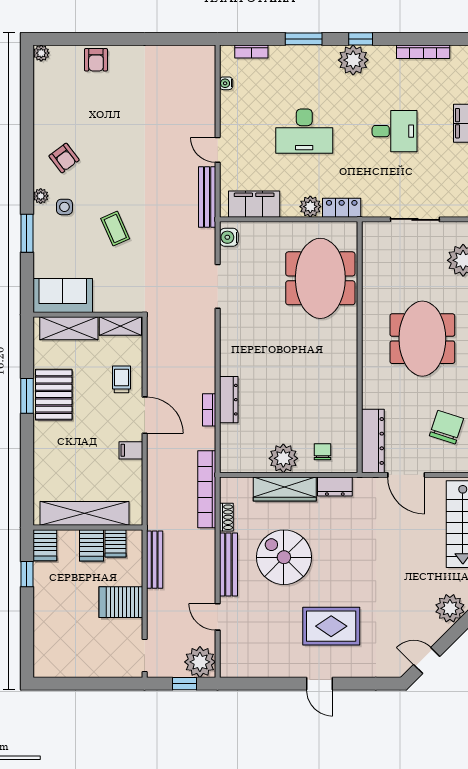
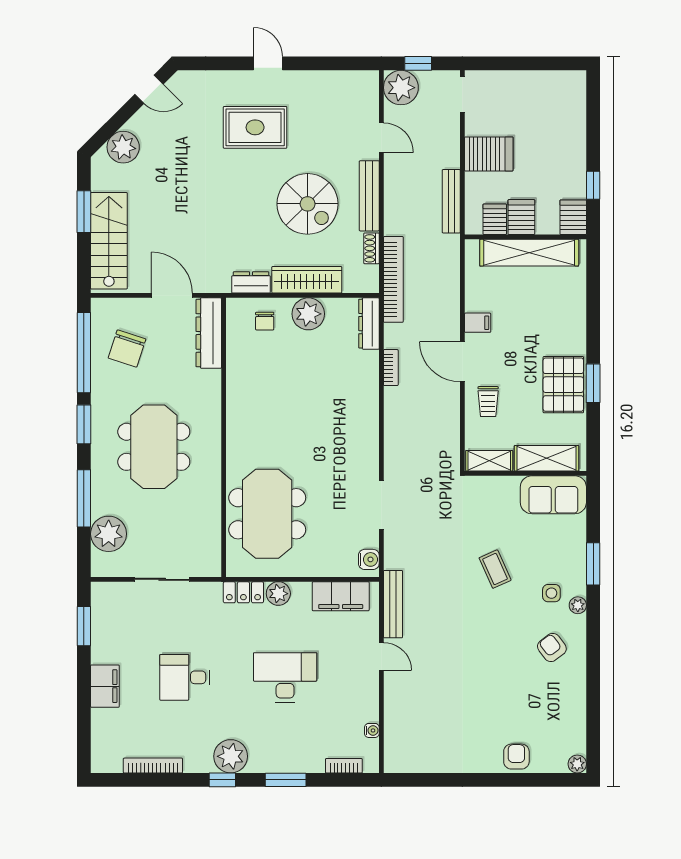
dresser: (229, 400) -> (369, 324), moved

